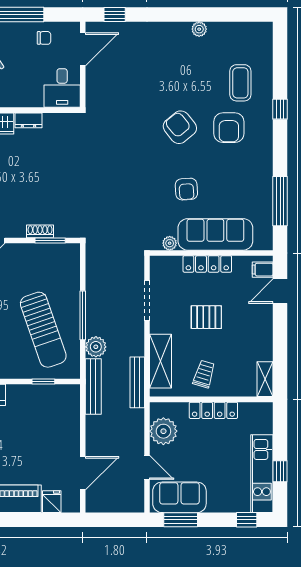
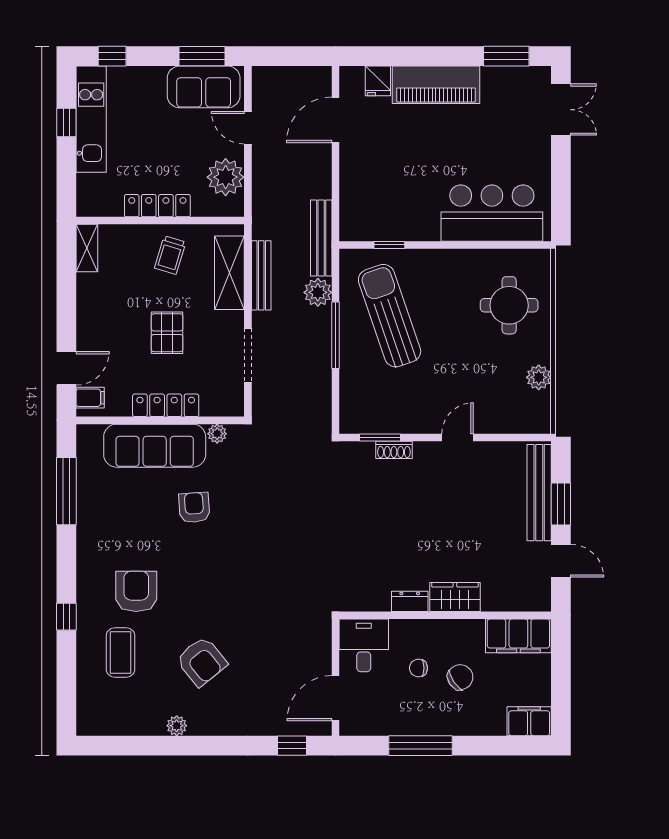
chair: (44, 38) -> (418, 668), moved
armchair: (180, 127) -> (202, 661), moved
pallet: (206, 317) -> (167, 333), turned 90
bench: (137, 382) -> (261, 275), moved

